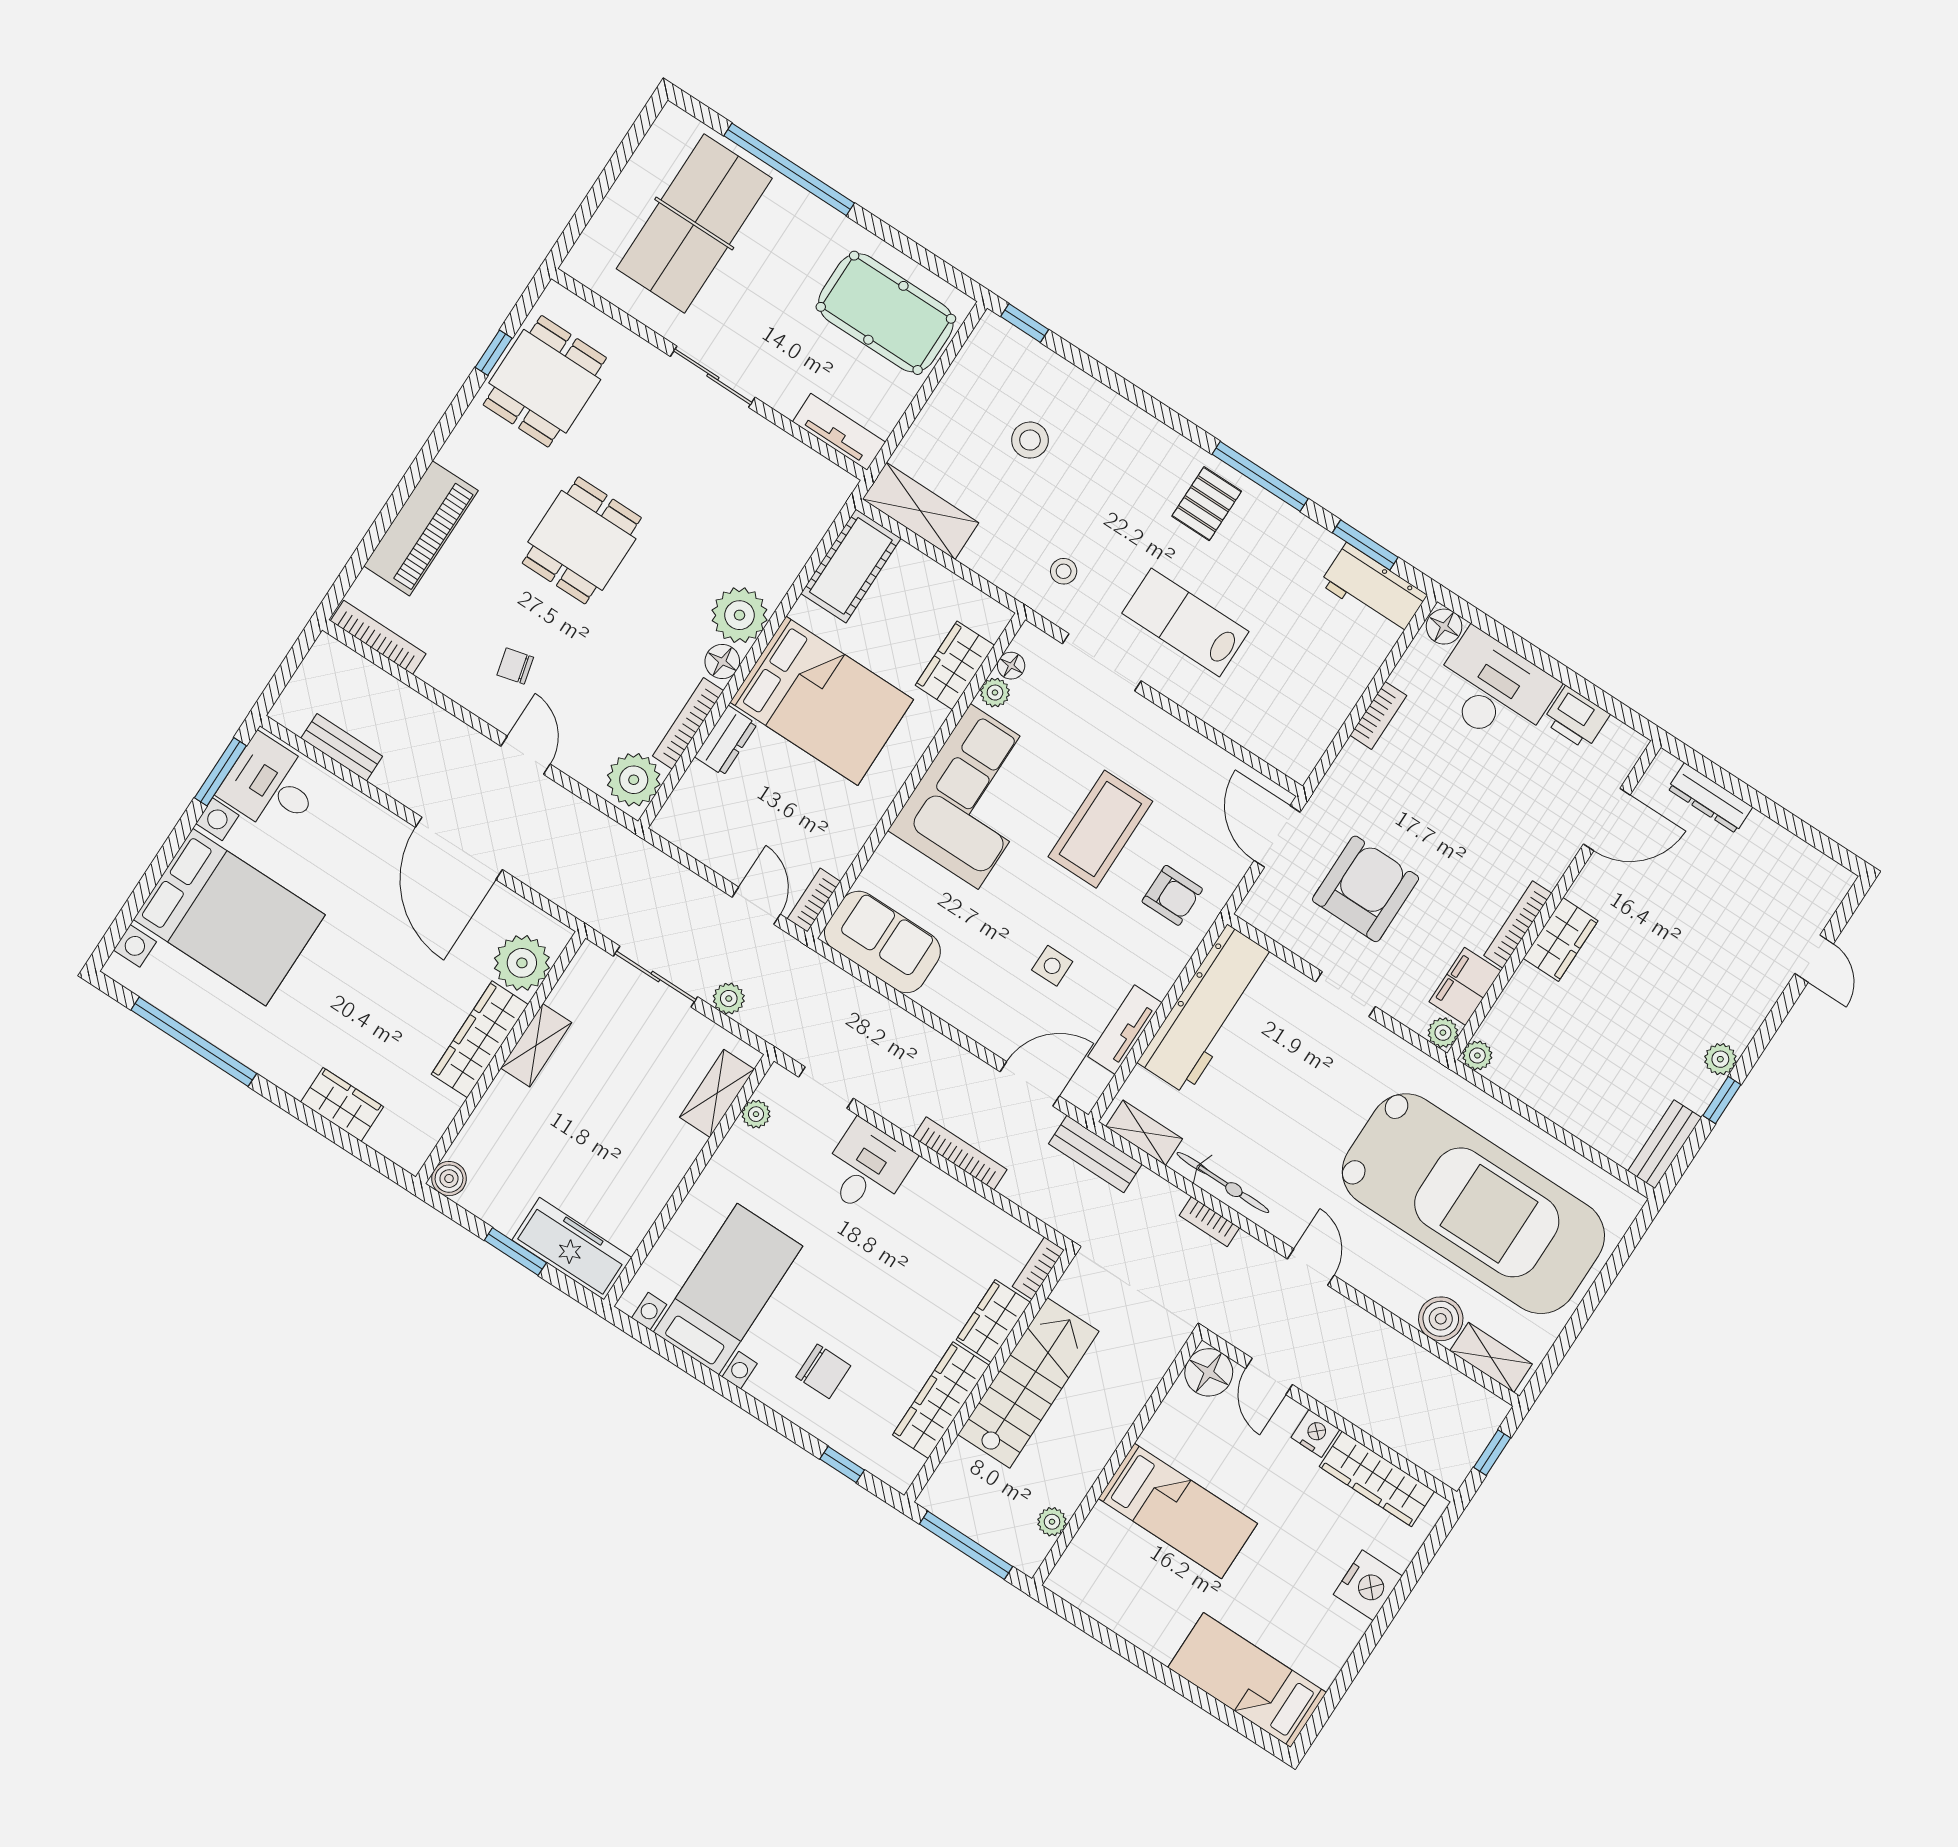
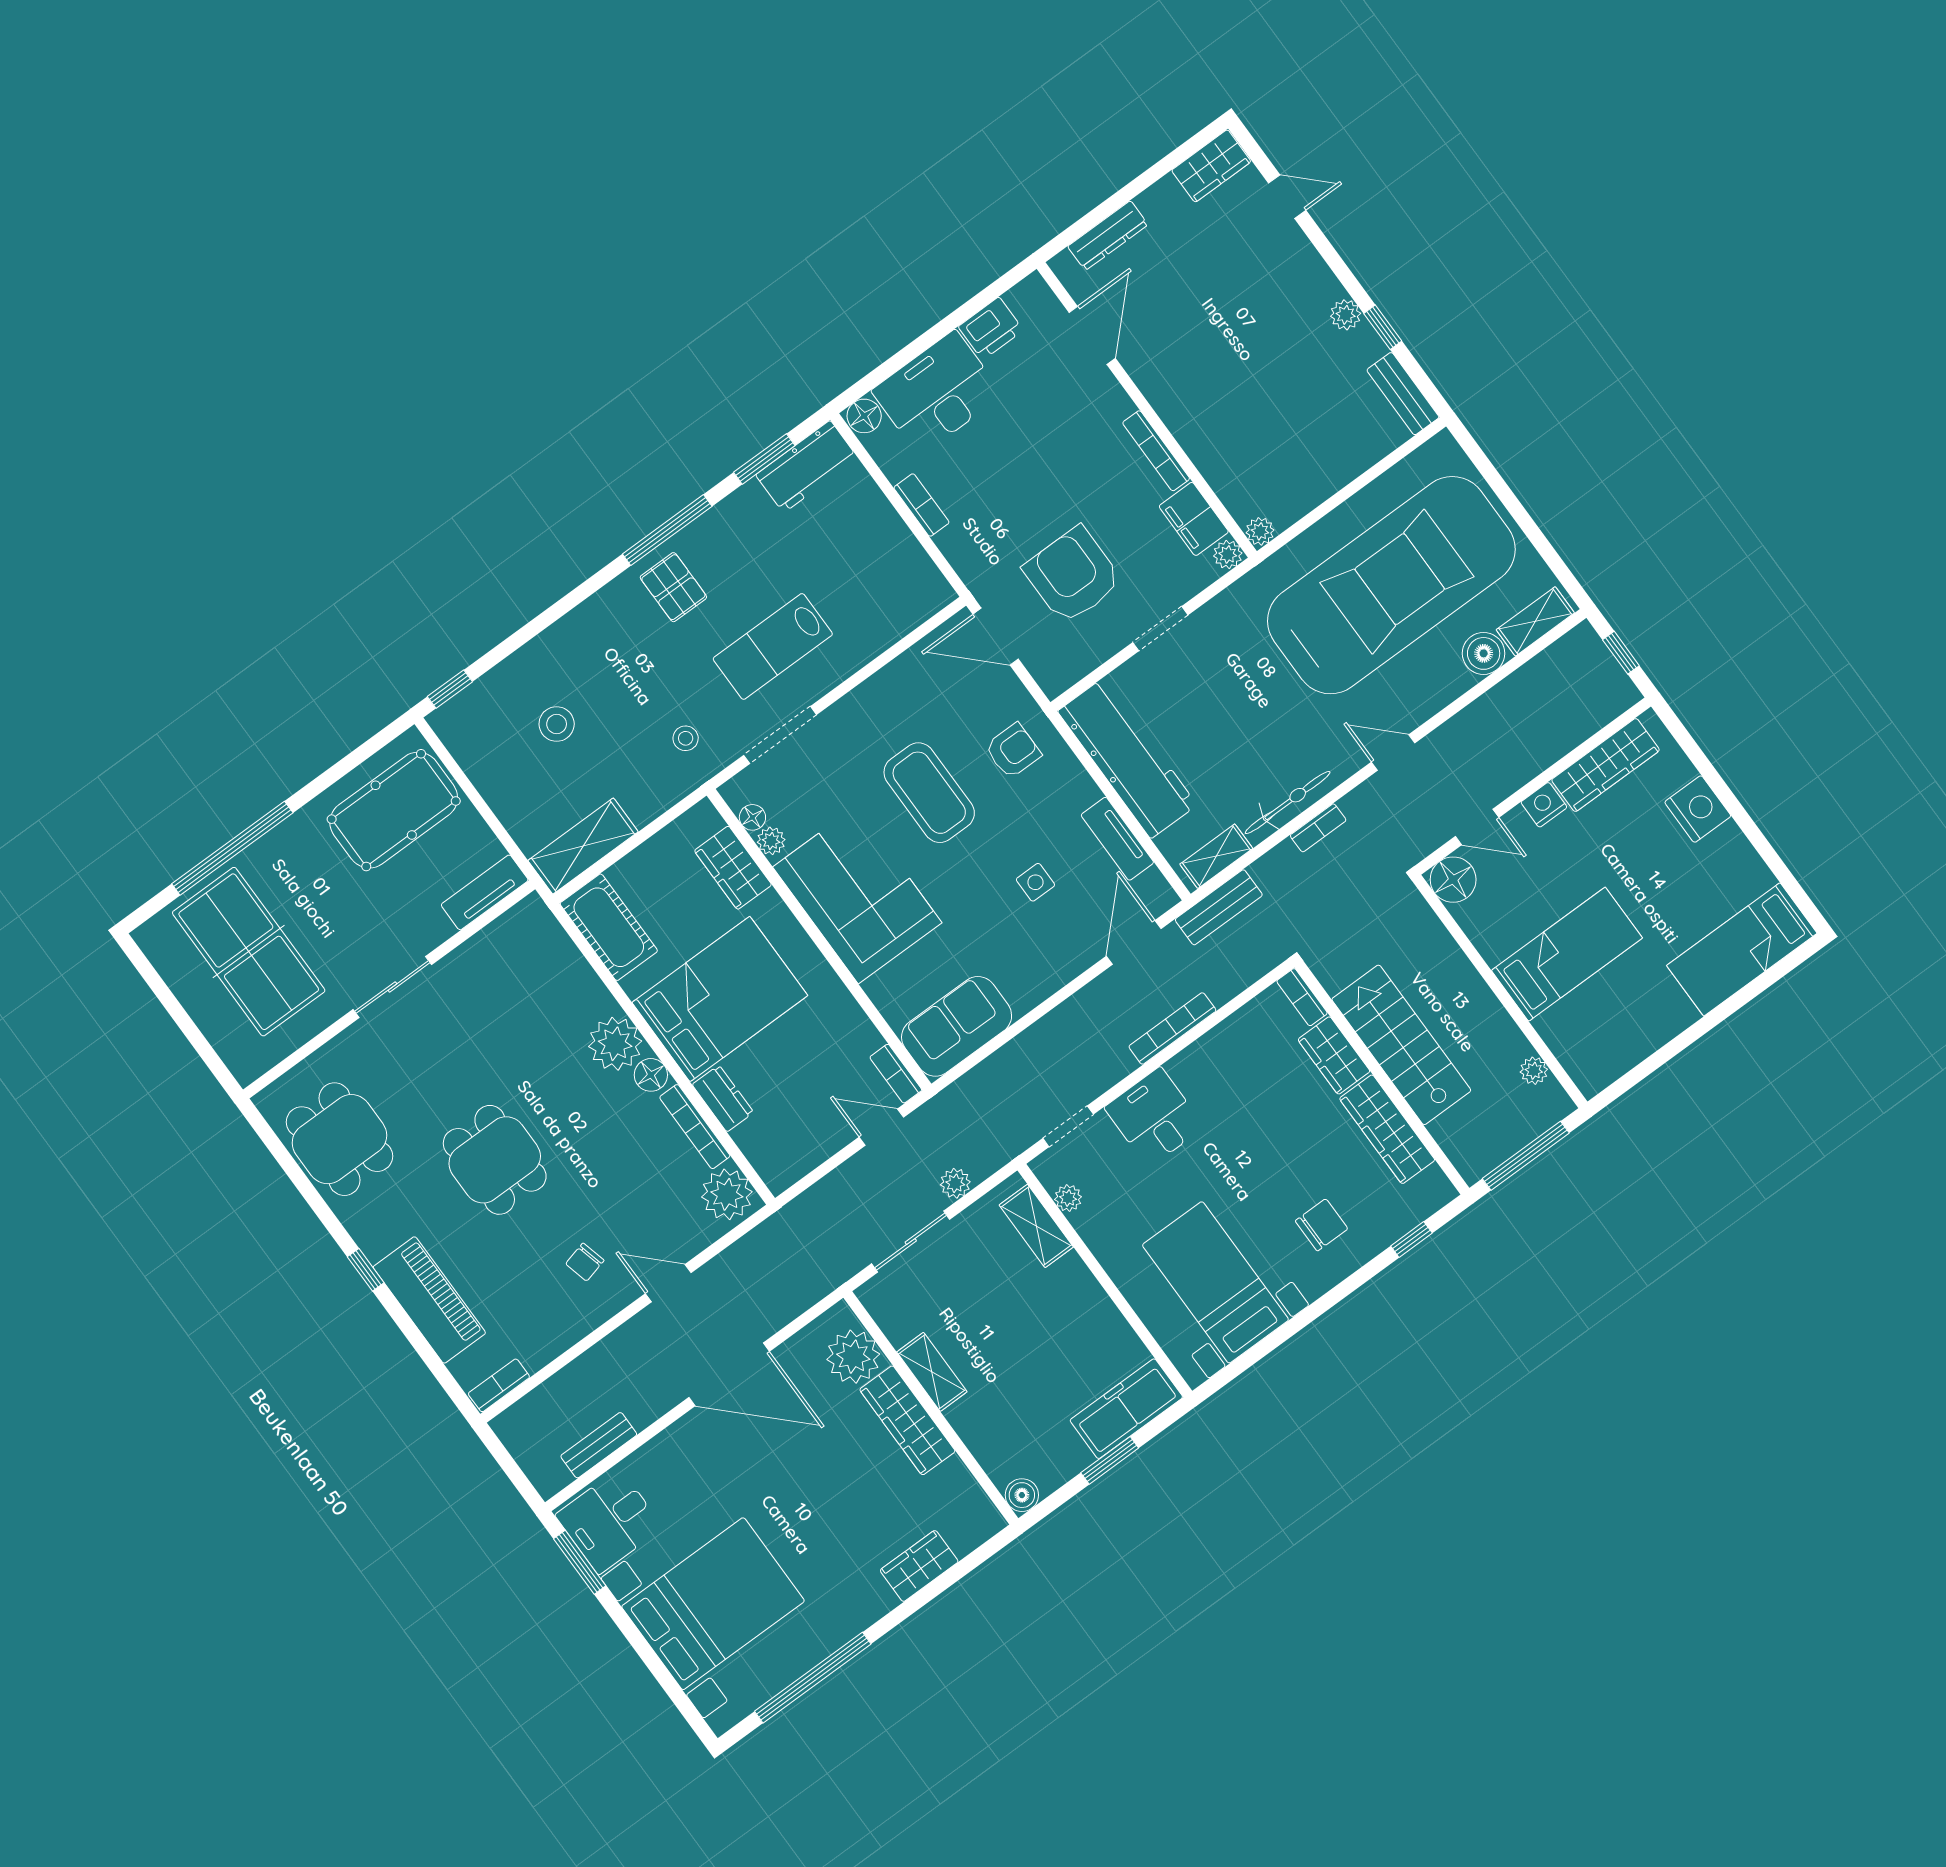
window: (494, 353) -> (366, 1270), moved
bookcase: (378, 637) -> (499, 1385), width x0.64
wardrobe: (1561, 939) -> (1211, 166), moved, turned 90

